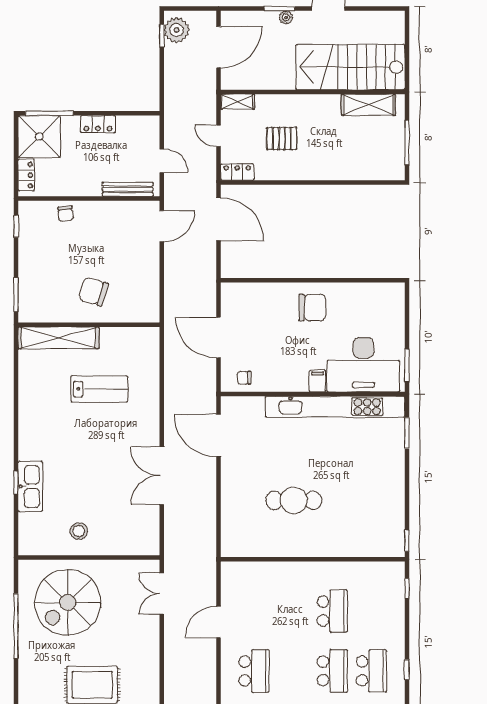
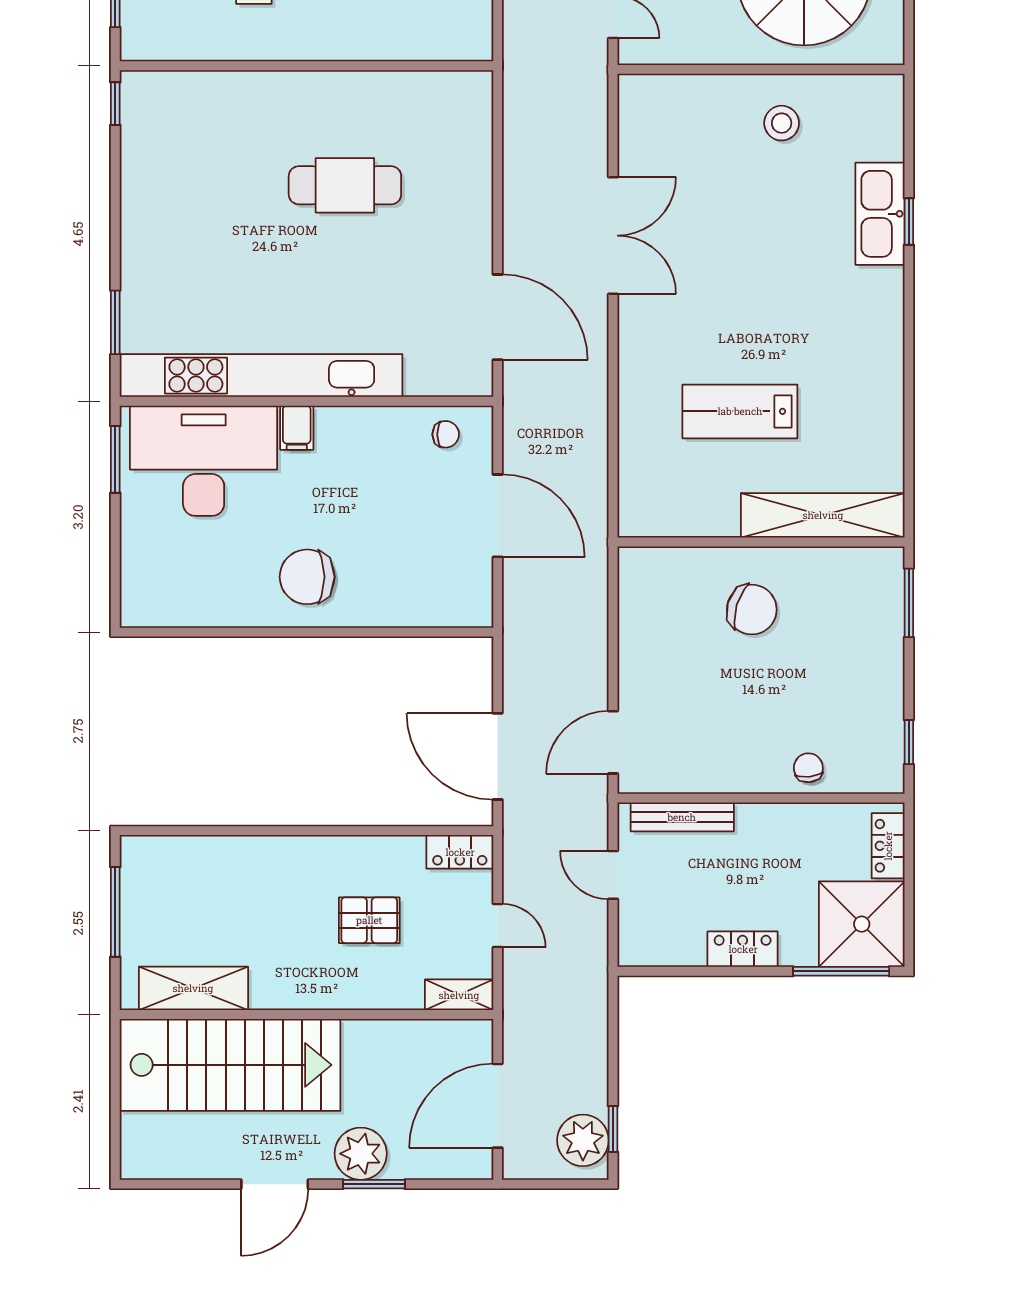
plant: (286, 17) -> (361, 1154), width x1.87, depth x1.87

